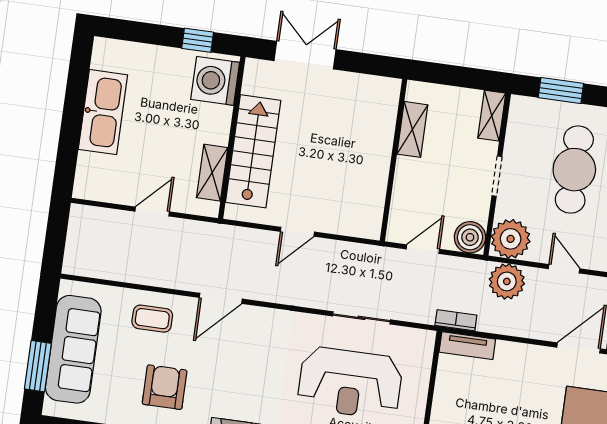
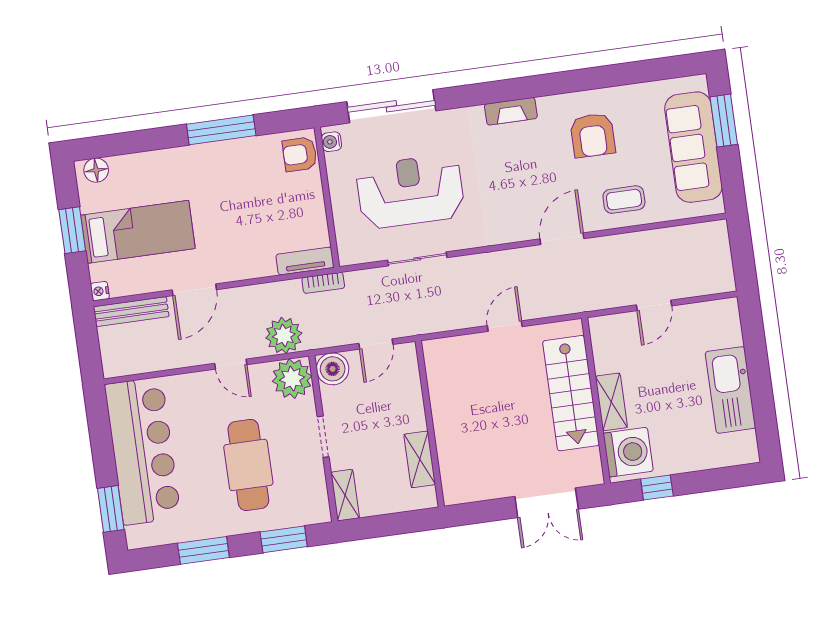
shelving: (212, 173) -> (611, 402), moved

